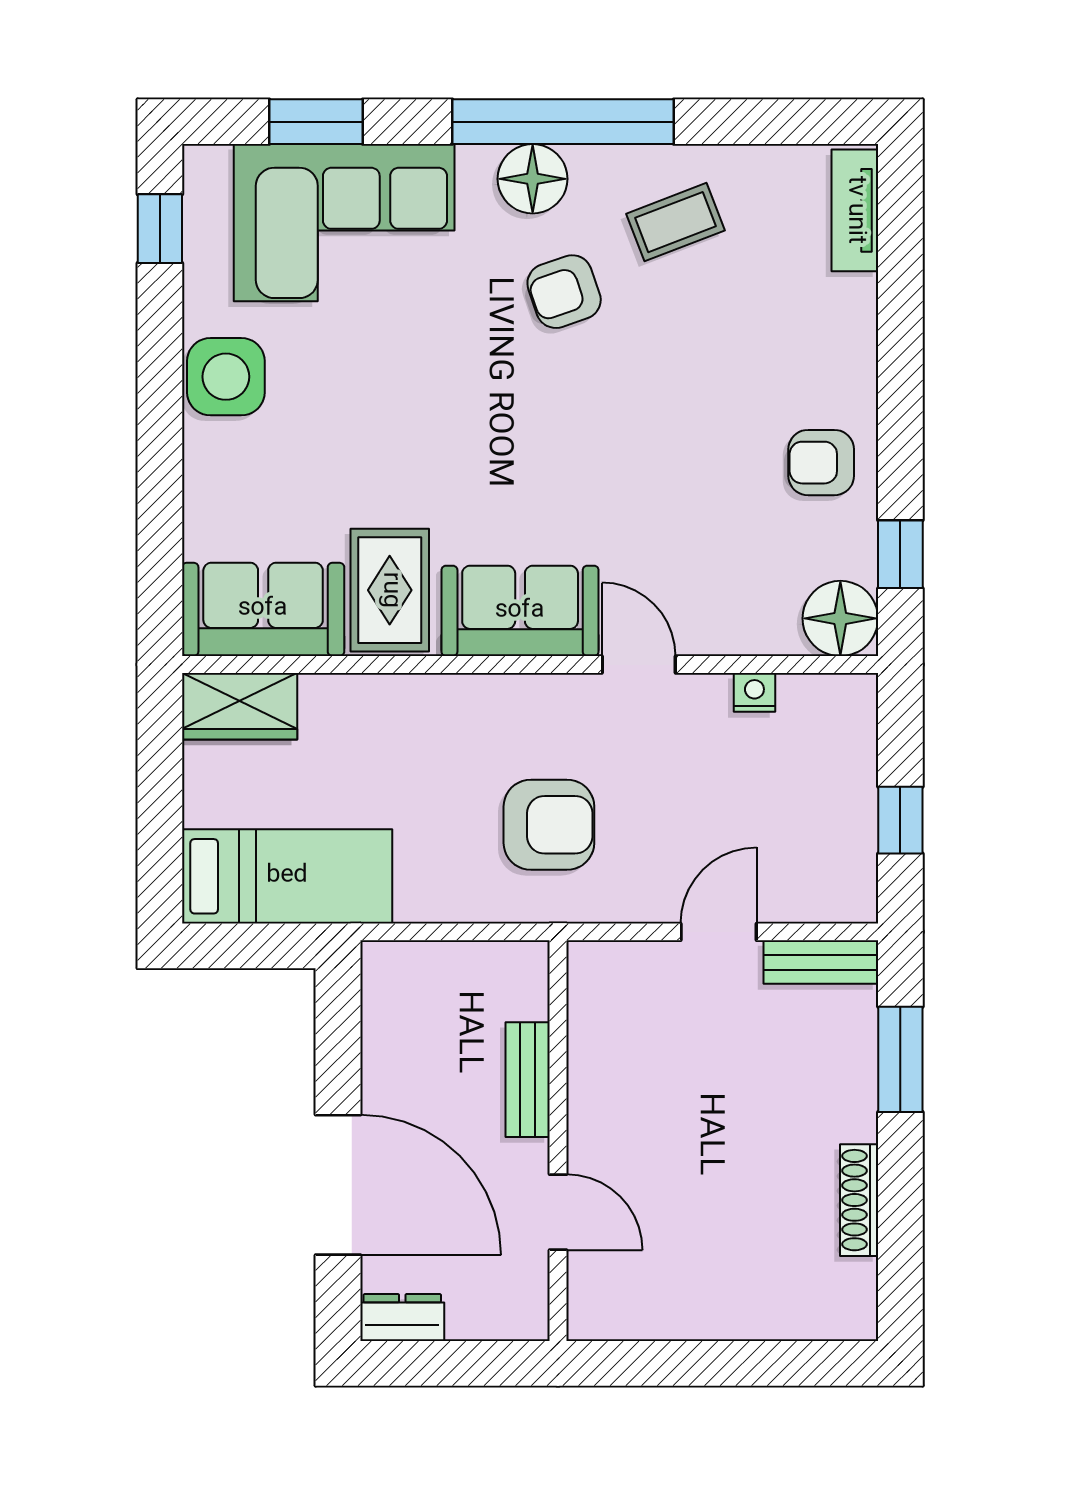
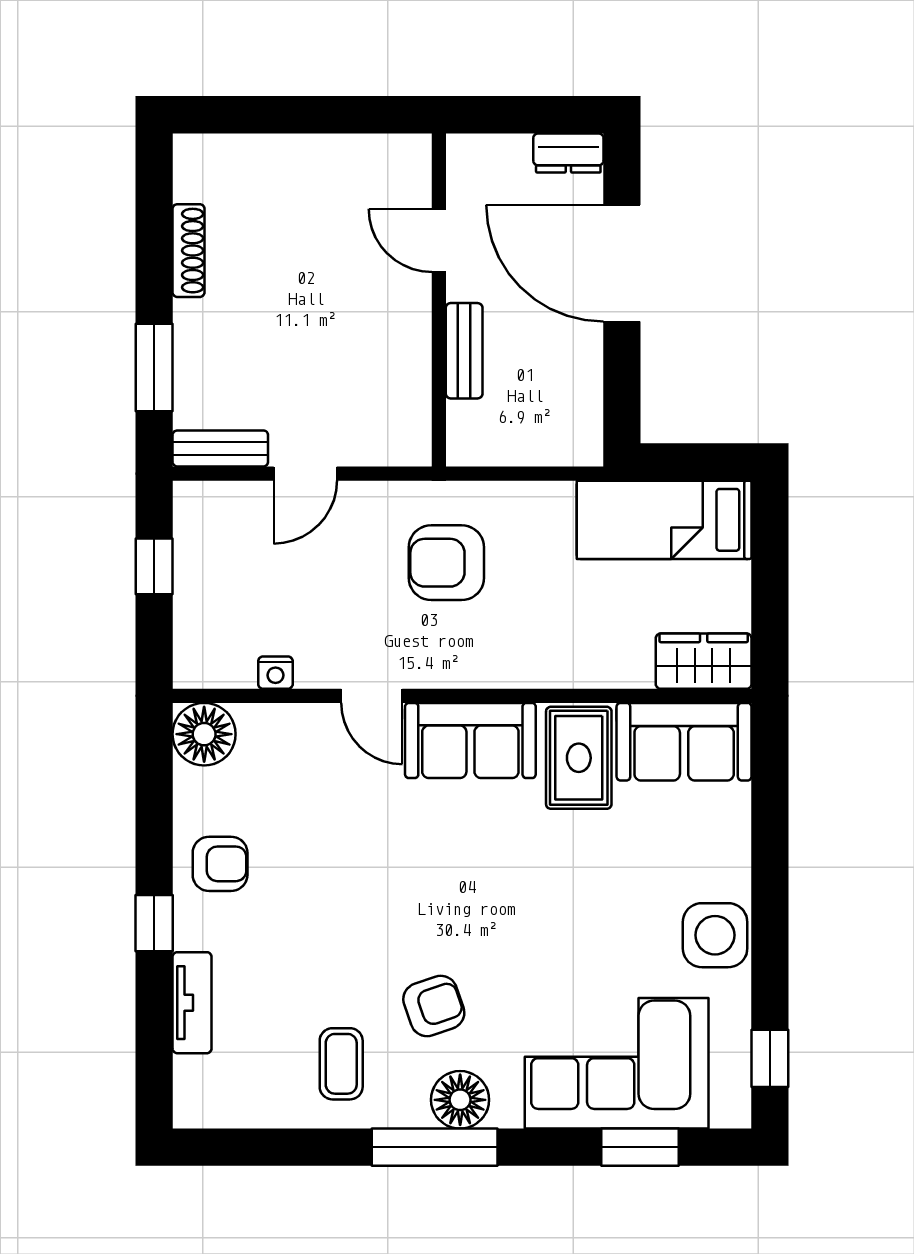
window: (563, 122) -> (435, 1147), width x0.68
tv unit: (855, 210) -> (192, 1003), moved
coffee table: (675, 222) -> (341, 1064), turned -69
window: (900, 554) -> (154, 923), moved

